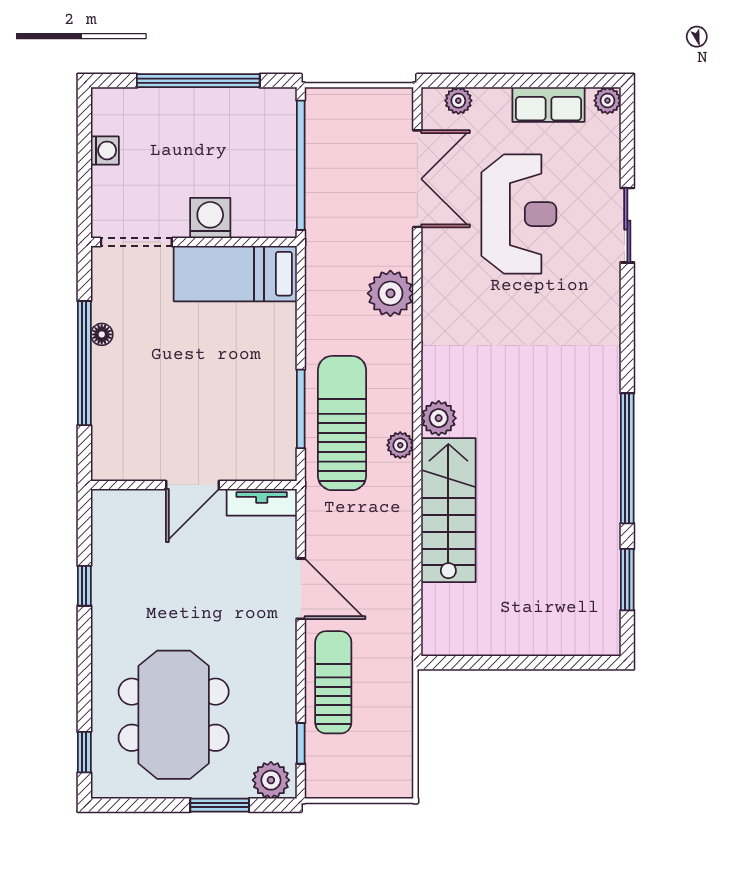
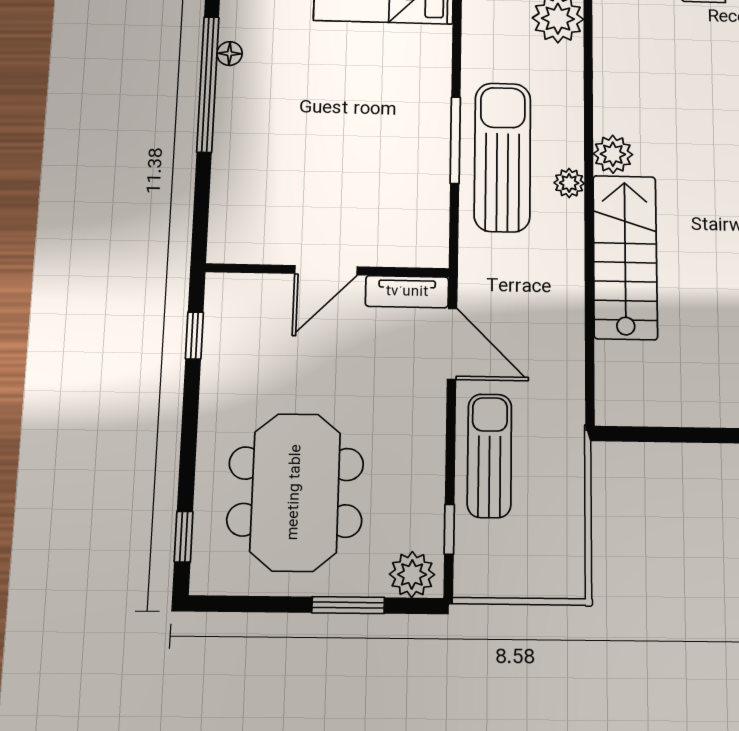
door: (193, 485) -> (326, 270), moved
wall: (194, 485) -> (328, 270), moved
tv unit: (262, 502) -> (407, 292), moved

